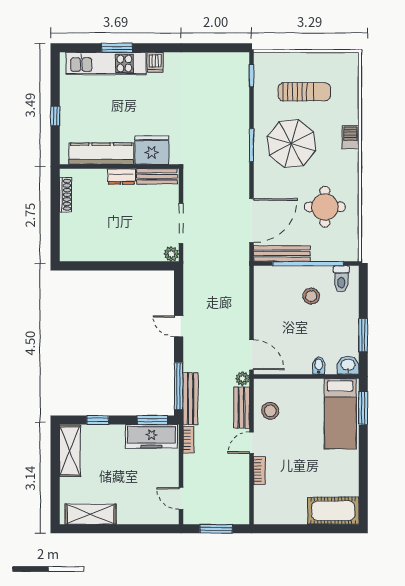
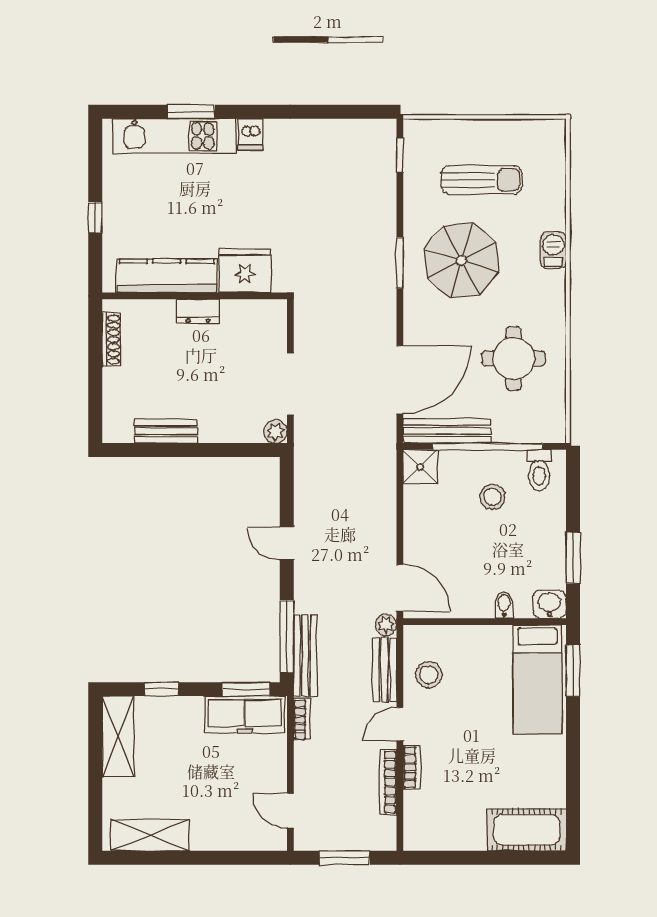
bench: (157, 176) -> (166, 431), moved
shower: (265, 277) -> (420, 467), added
bookcase: (244, 480) -> (388, 782), added

